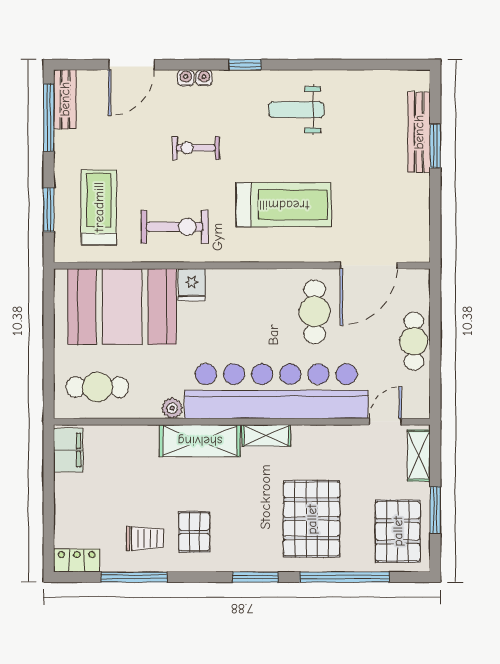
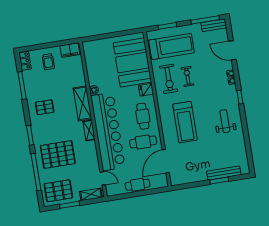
exercise bike: (196, 148) -> (187, 76), moved
treadmill: (99, 207) -> (172, 46), width x1.37, depth x1.38
door: (369, 266) -> (166, 161), hinge flipped
cafe table: (97, 387) -> (143, 116), moved
trolley: (145, 538) -> (48, 62), moved

